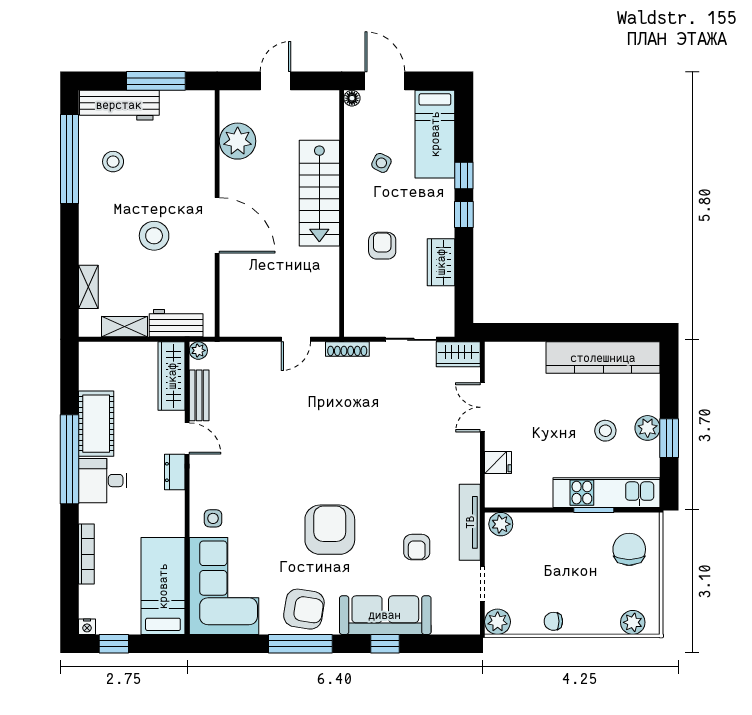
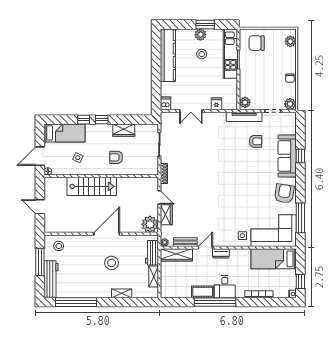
plant: (238, 141) -> (150, 224), moved
stool: (113, 162) -> (59, 246), moved
shelving: (88, 287) -> (122, 293), moved
dishwasher: (499, 352) -> (166, 103), added
wardrobe: (458, 354) -> (166, 215), moved
cot: (96, 424) -> (203, 292), width x0.73, depth x0.75
armchair: (330, 530) -> (248, 182), removed
window: (300, 644) -> (300, 218), moved

